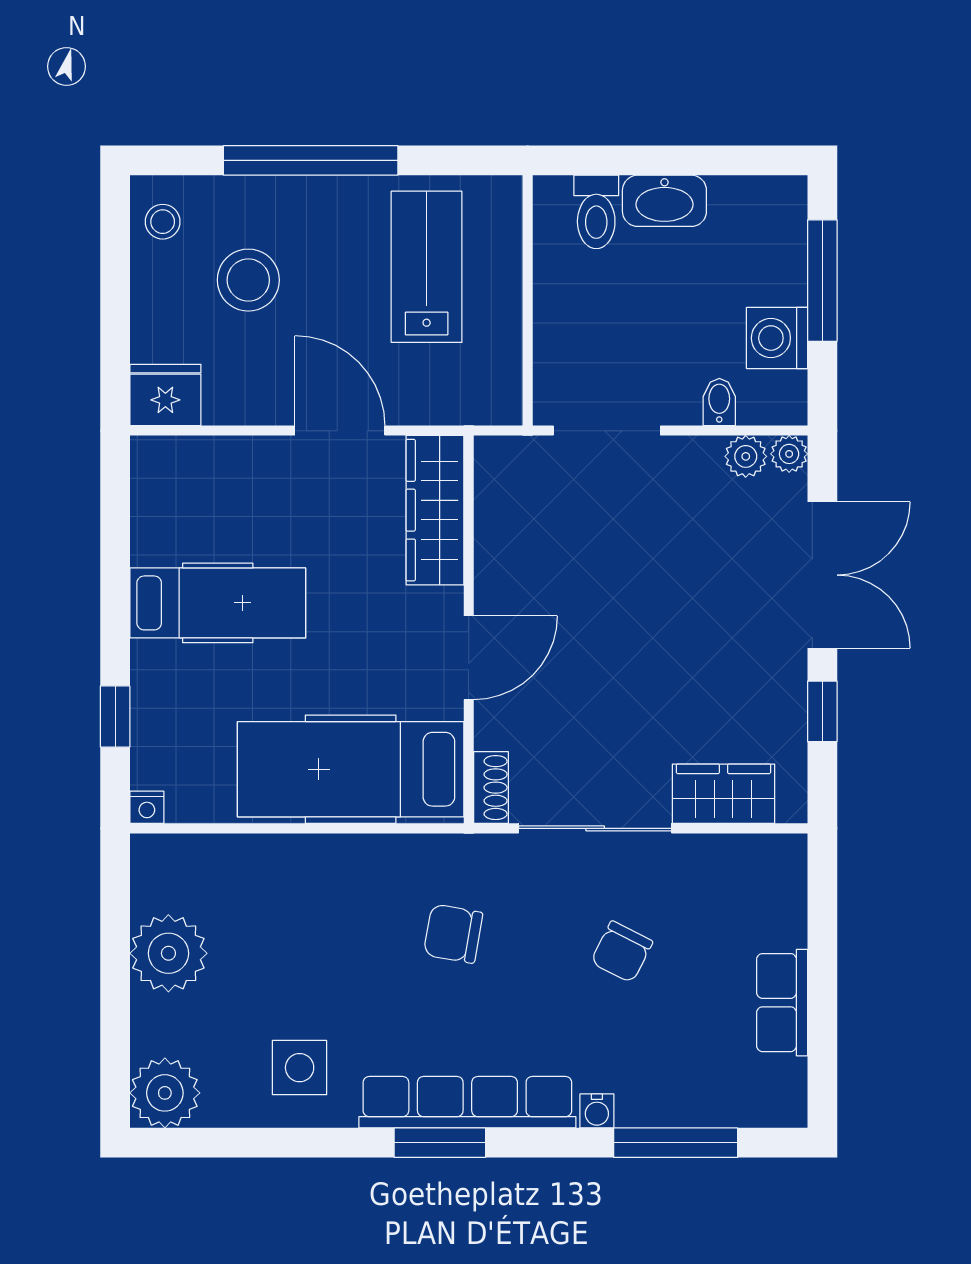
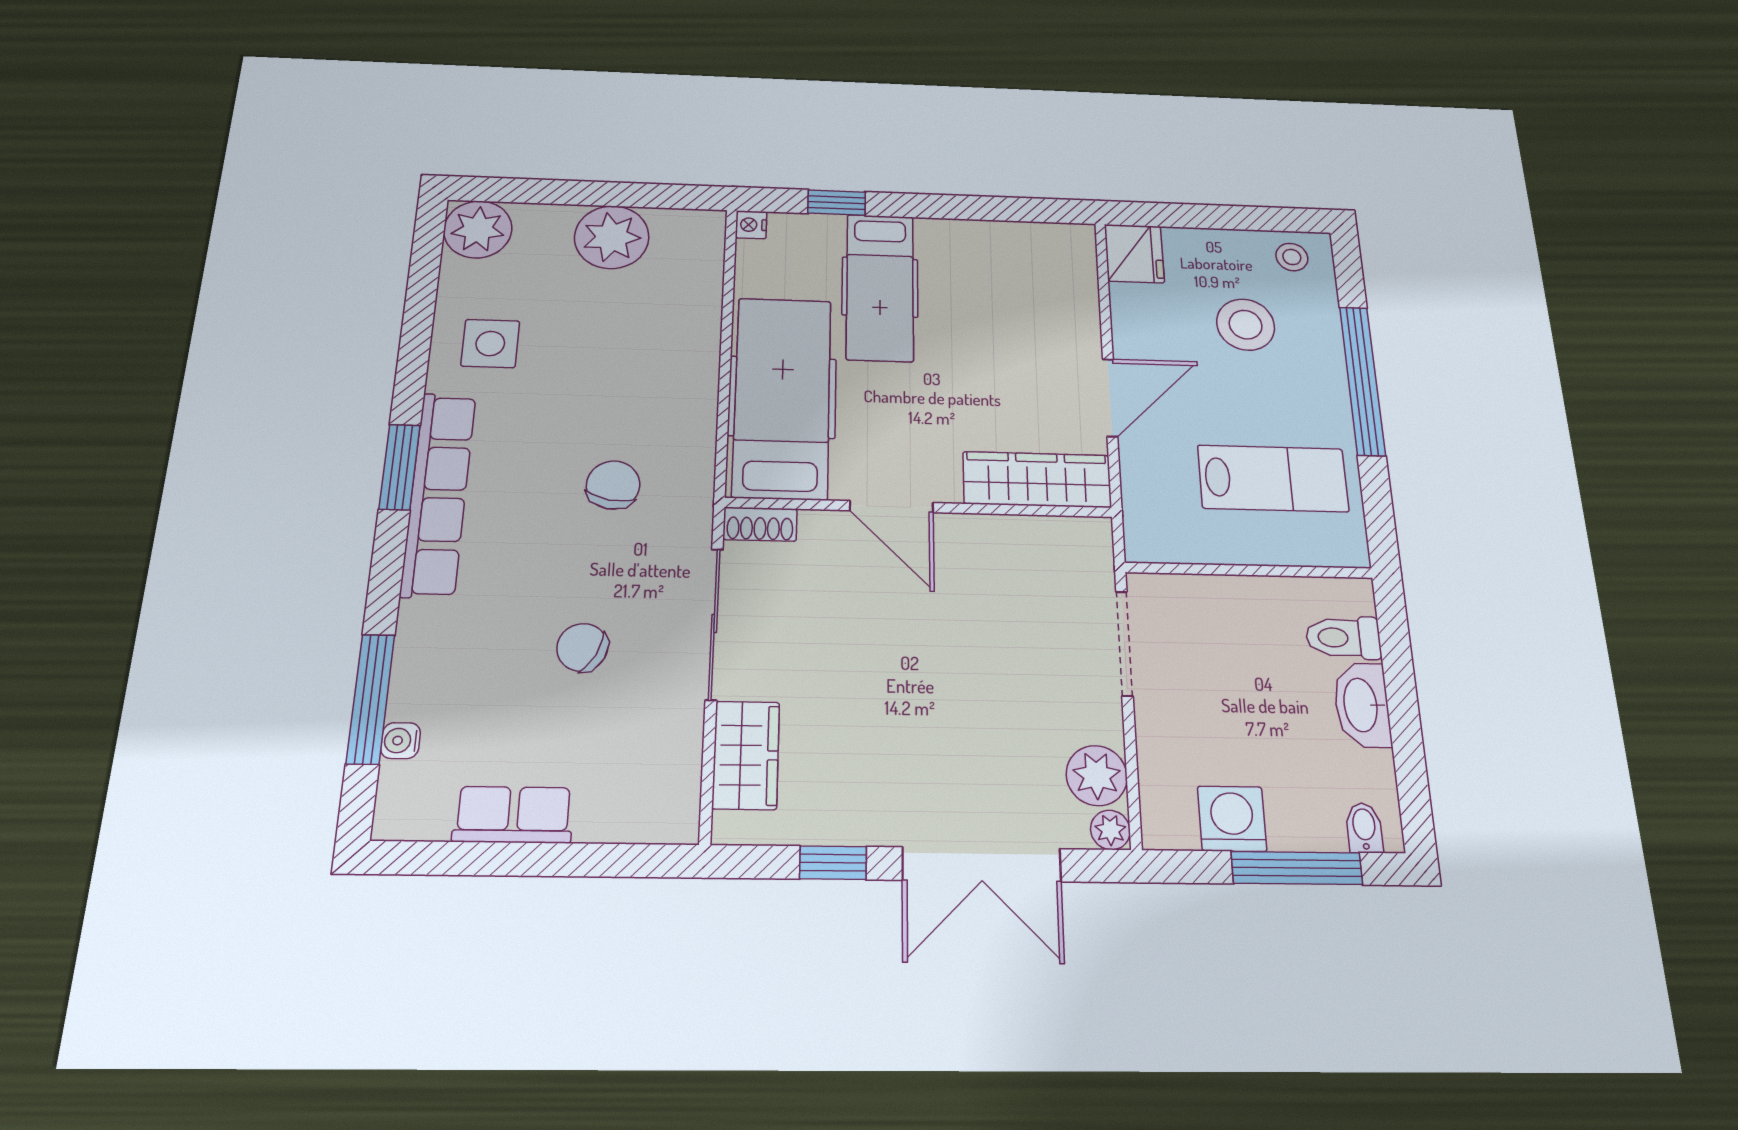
bidet: (719, 402) -> (1364, 828), moved, turned -90
plant: (746, 456) -> (1097, 776), width x1.38, depth x1.38
hospital bed: (218, 603) -> (880, 287), moved
water cooler: (597, 1111) -> (401, 741), moved

